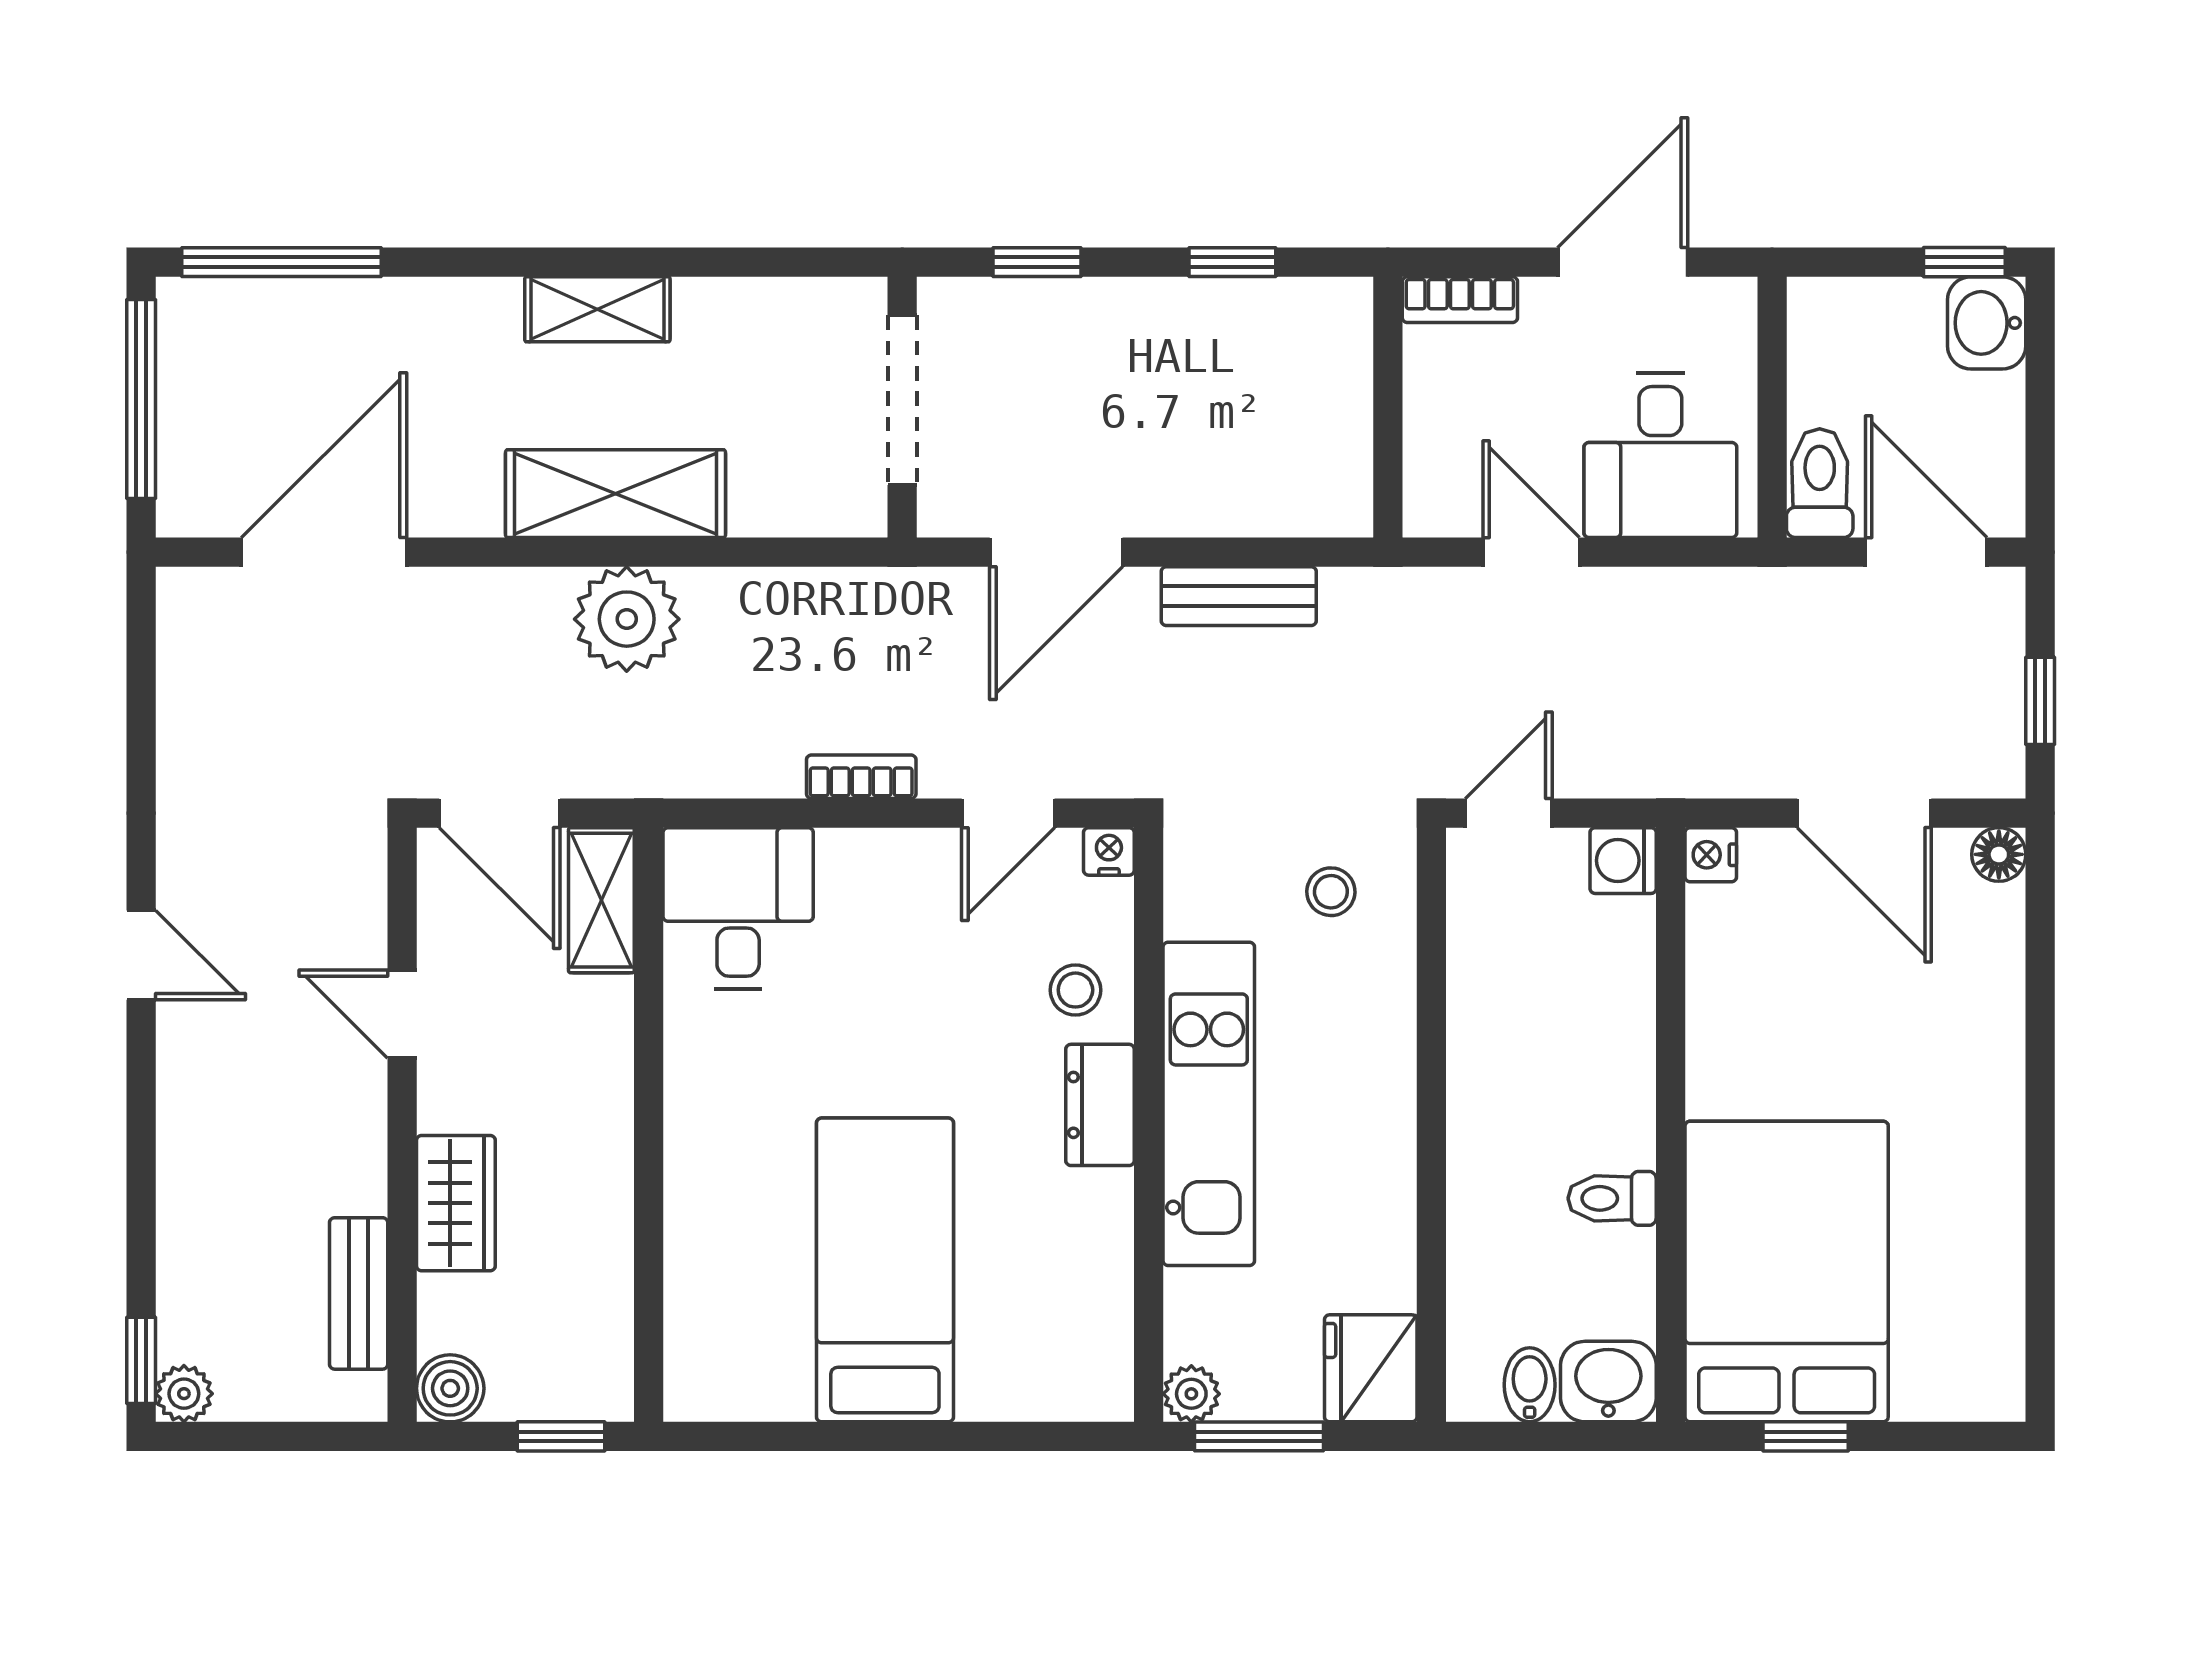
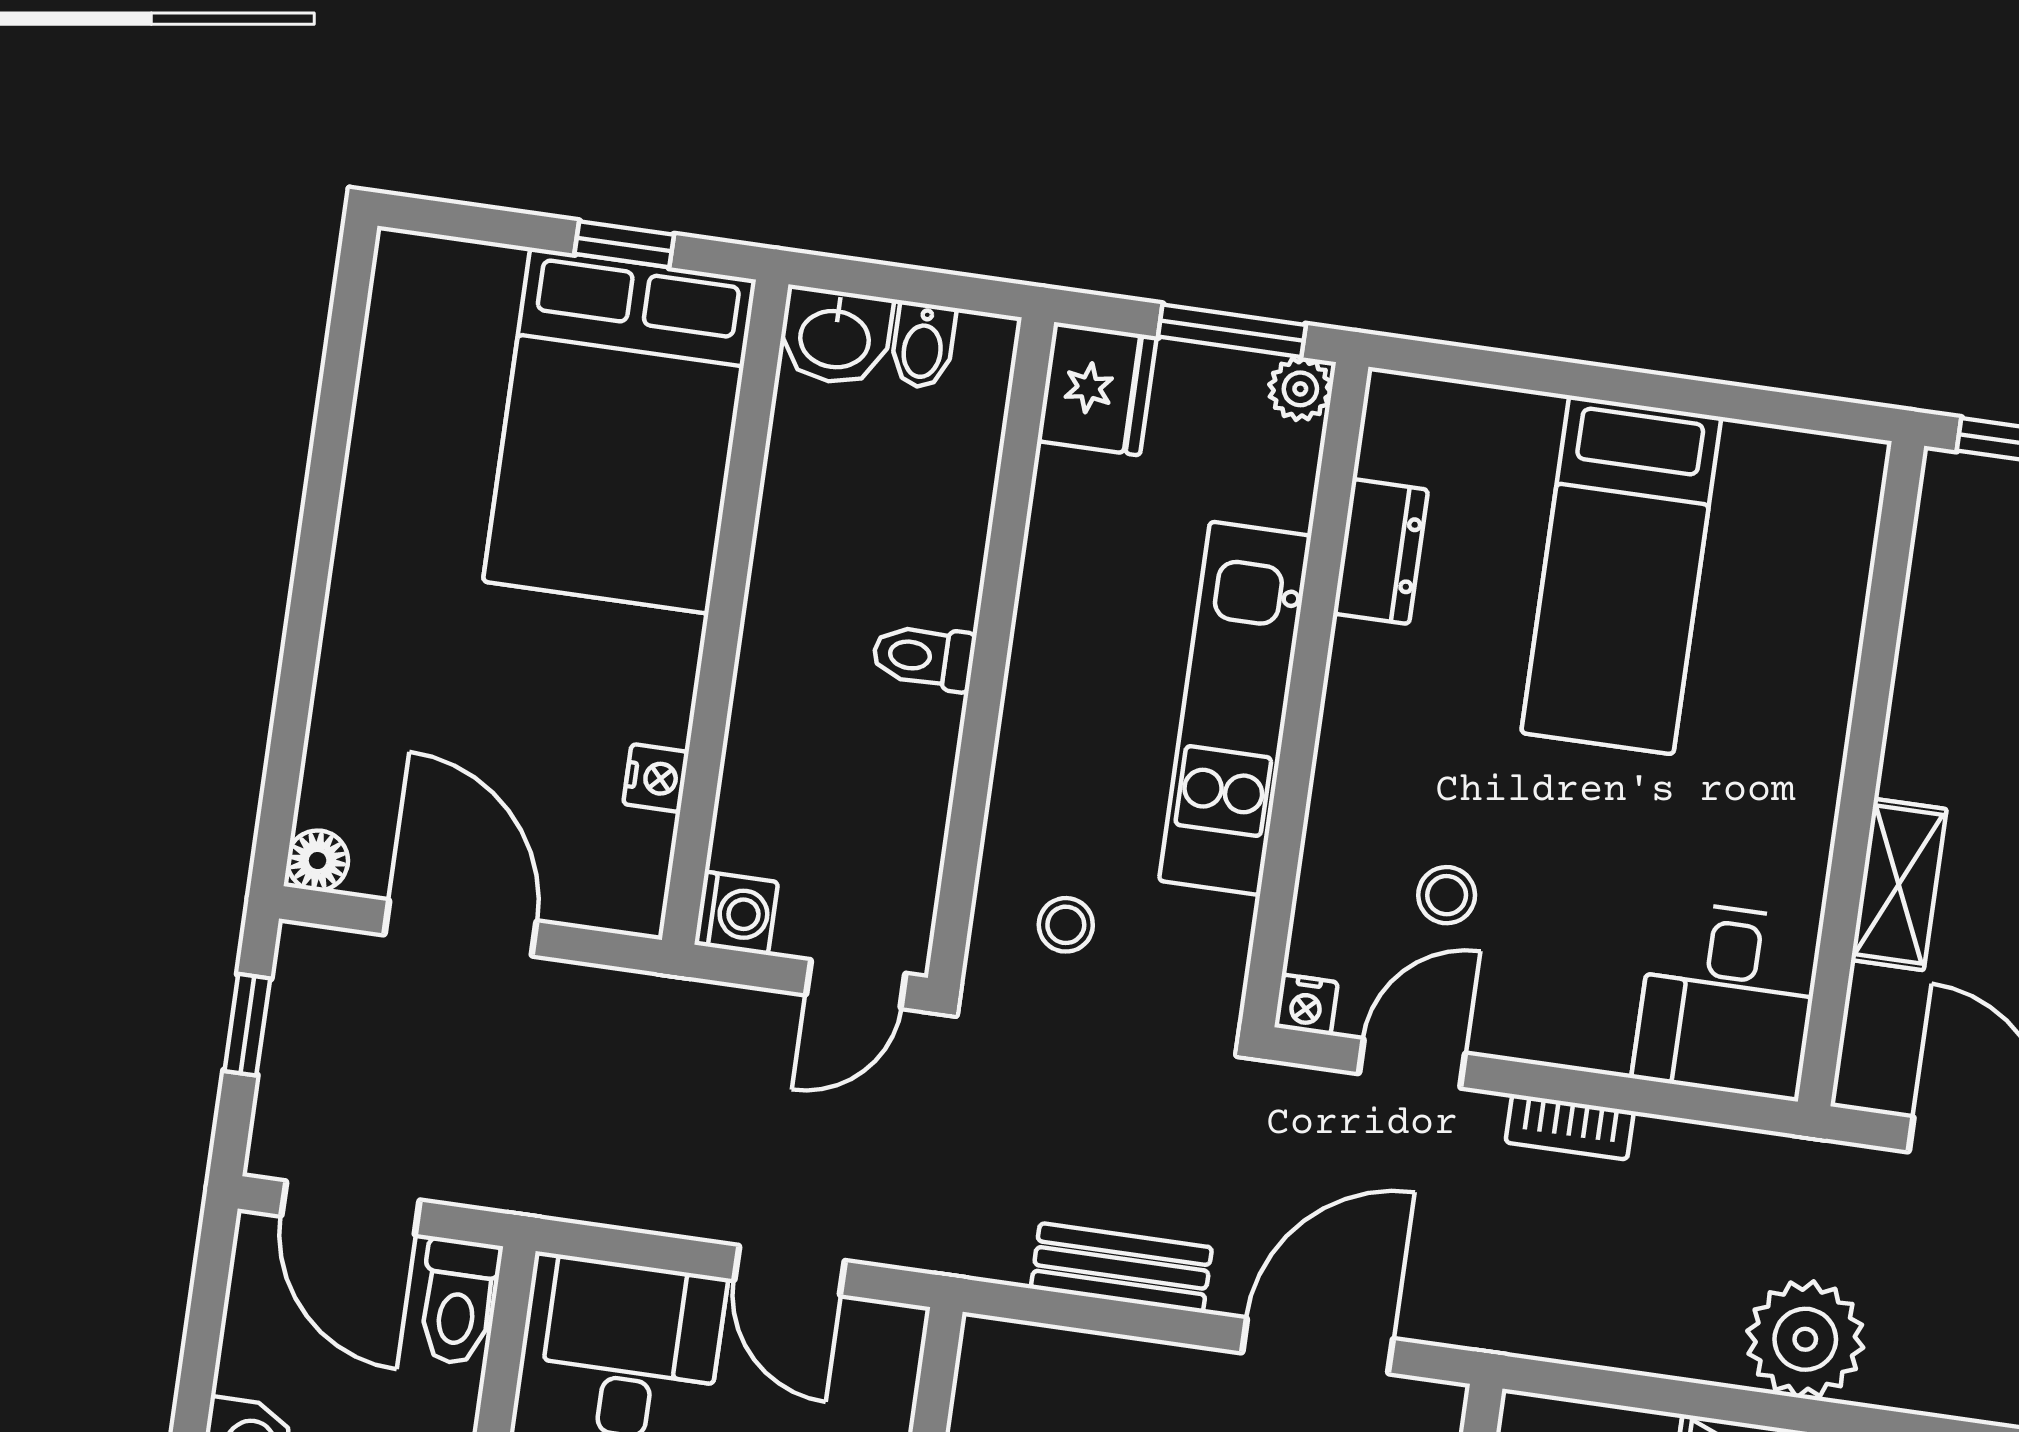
nightstand: (1711, 855) -> (656, 778), moved
shelving: (601, 900) -> (1899, 884), moved
stool: (1075, 990) -> (1447, 895), moved
dresser: (1100, 1105) -> (1381, 552), moved
toilet: (1612, 1198) -> (924, 657), moved, turned 180

